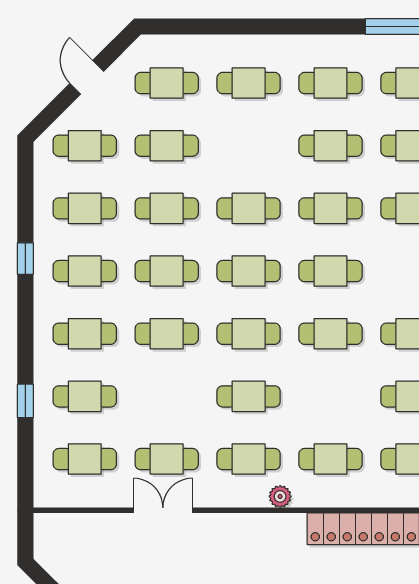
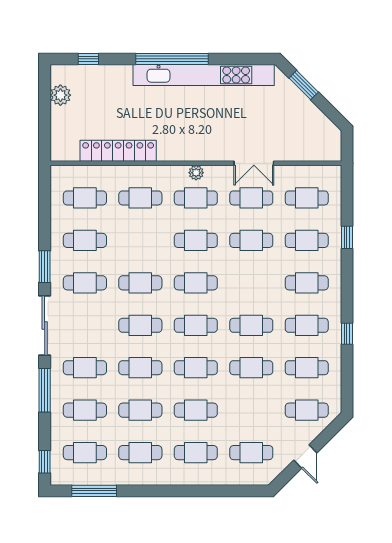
cafe table: (167, 146) -> (196, 410), moved
cafe table: (167, 334) -> (251, 240), moved
plant: (280, 496) -> (196, 173), moved

